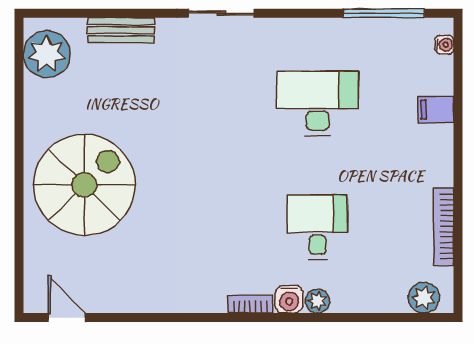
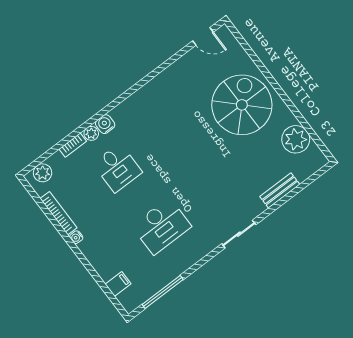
water cooler: (444, 45) -> (76, 237), moved
plant: (47, 54) -> (296, 139), moved
filing cabinet: (436, 110) -> (118, 284), moved
spiral stairs: (84, 185) -> (242, 105), turned 180
bookcase: (250, 304) -> (73, 145), moved

